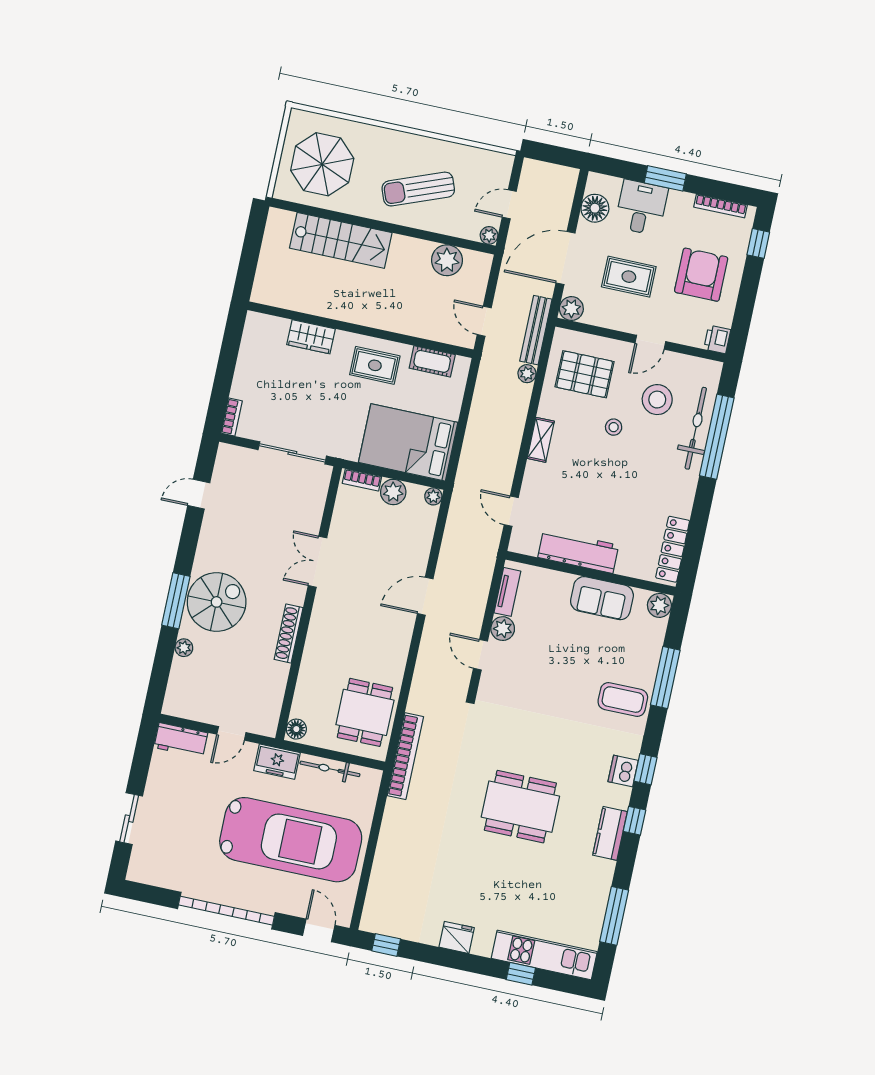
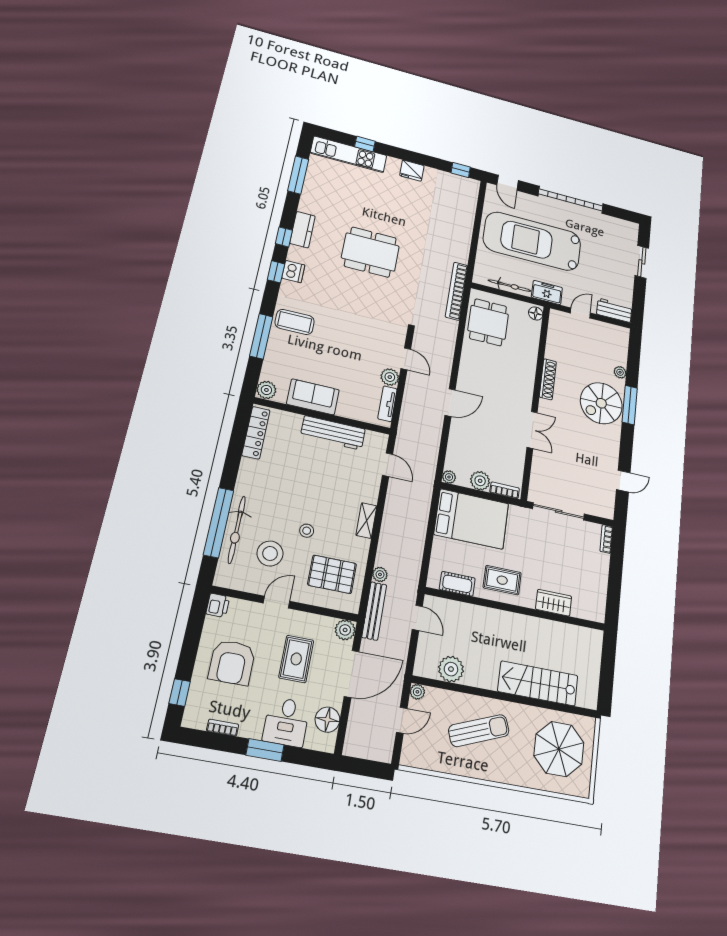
bookcase: (721, 206) -> (223, 728), width x0.64
rug: (629, 277) -> (296, 659), turned 90

